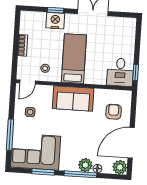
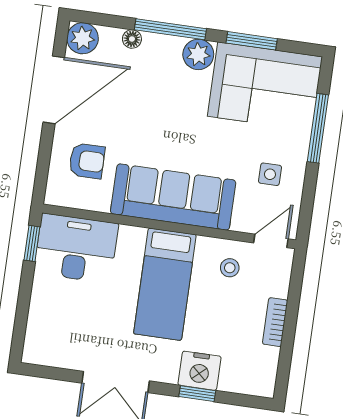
desk: (120, 72) -> (76, 248), width x1.37
sofa: (73, 98) -> (173, 197), width x1.36
armchair: (114, 112) -> (87, 161), turned -90
plant: (85, 165) -> (198, 54), moved

